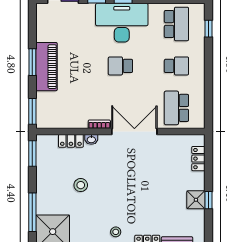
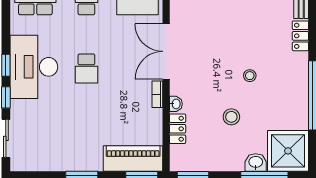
piano: (46, 67) -> (133, 158), moved
washbasin: (43, 205) -> (256, 162), added
stool: (116, 232) -> (250, 76), moved

